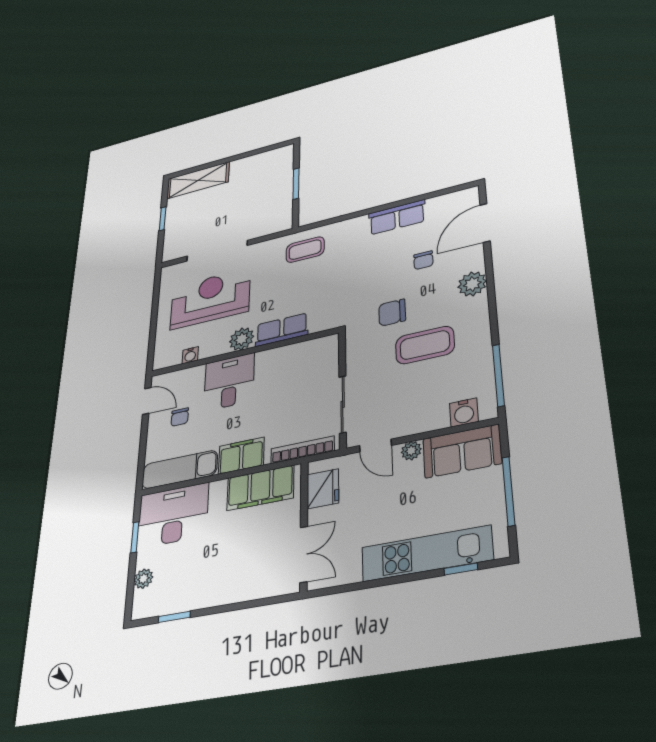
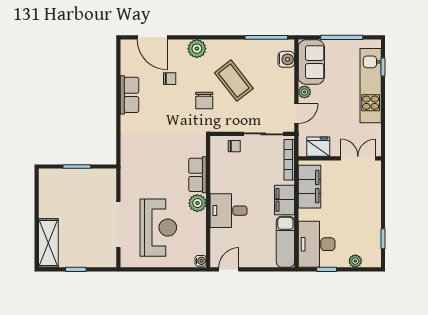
coffee table: (305, 250) -> (137, 159), removed
reception desk: (210, 299) -> (158, 228), turned 180
coffee table: (425, 345) -> (234, 81), turned -38
water cooler: (190, 355) -> (201, 261), moved
chair: (180, 417) -> (234, 146), moved

